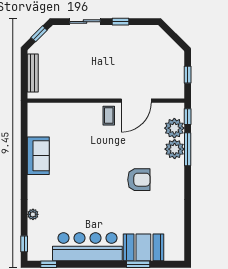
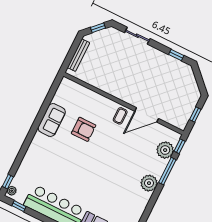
window: (121, 22) -> (176, 55), moved
plant: (175, 149) -> (149, 183), moved
armchair: (139, 180) -> (84, 129), moved
plant: (33, 214) -> (12, 191), moved

